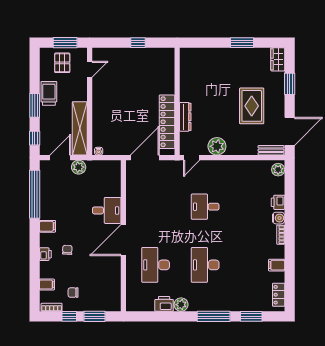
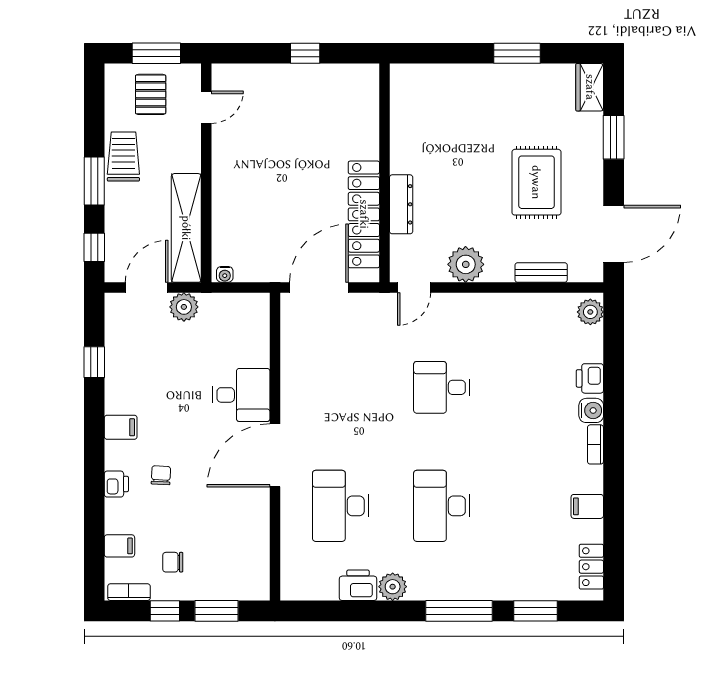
bench: (271, 150) -> (541, 272), moved
window: (35, 194) -> (94, 362), width x0.32

